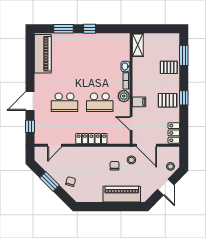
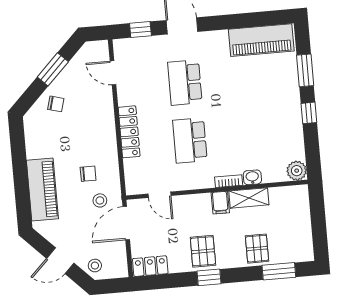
shelving: (138, 45) -> (249, 198), moved
plant: (124, 96) -> (297, 171), moved
filing cabinet: (139, 102) -> (220, 203), moved
door: (131, 124) -> (159, 195), swing flipped

